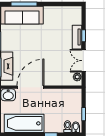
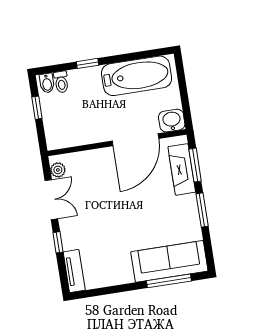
tv unit: (77, 37) -> (74, 271), moved

